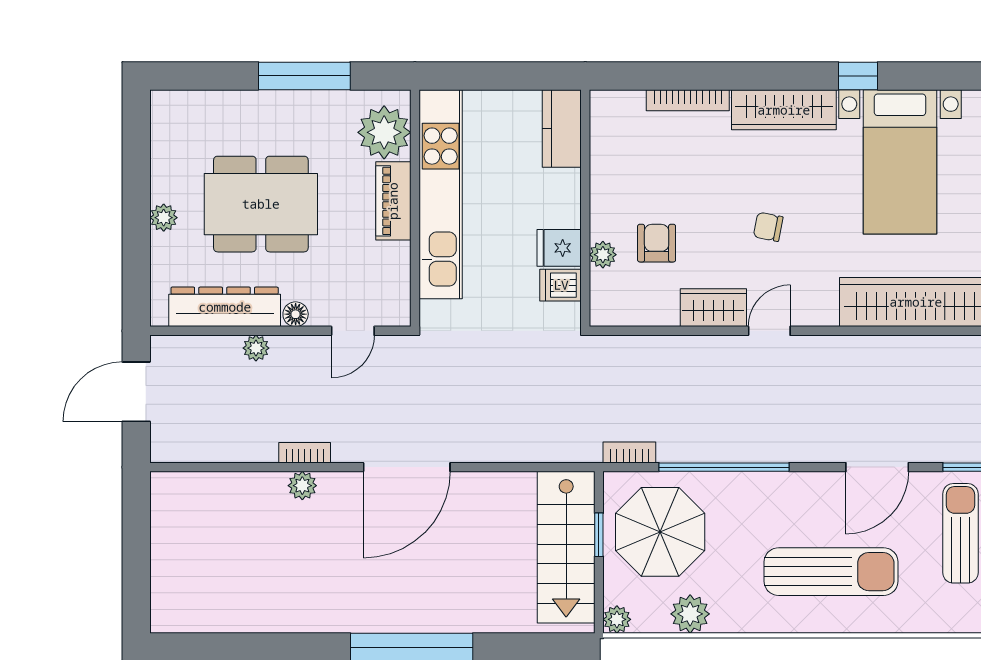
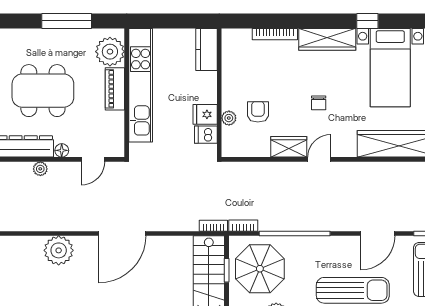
chair: (768, 227) -> (319, 103), turned -101
bookcase: (305, 453) -> (213, 226), moved
plant: (302, 486) -> (59, 250), width x1.88, depth x1.88

